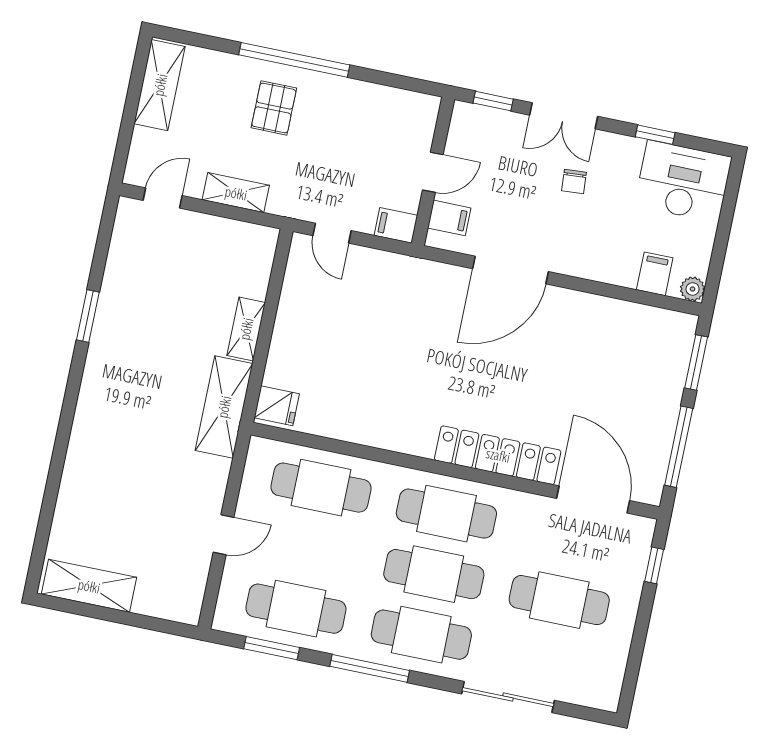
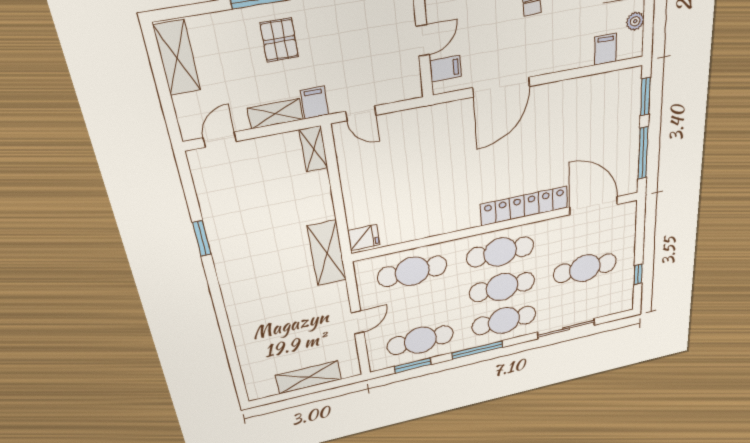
filing cabinet: (396, 225) -> (314, 103), moved, turned 90
plant: (693, 289) -> (635, 21), moved
shelving: (246, 329) -> (314, 149), moved
window: (654, 565) -> (638, 274), moved
shelving: (89, 586) -> (309, 377), moved

